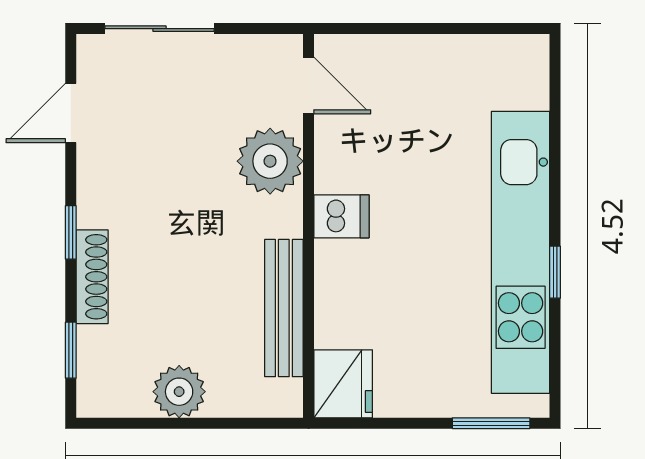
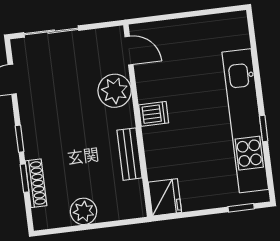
shoe rack: (92, 277) -> (36, 183), moved
bench: (284, 308) -> (129, 154), width x0.73
window: (71, 350) -> (24, 178), moved
window: (491, 423) -> (241, 208), width x0.67

